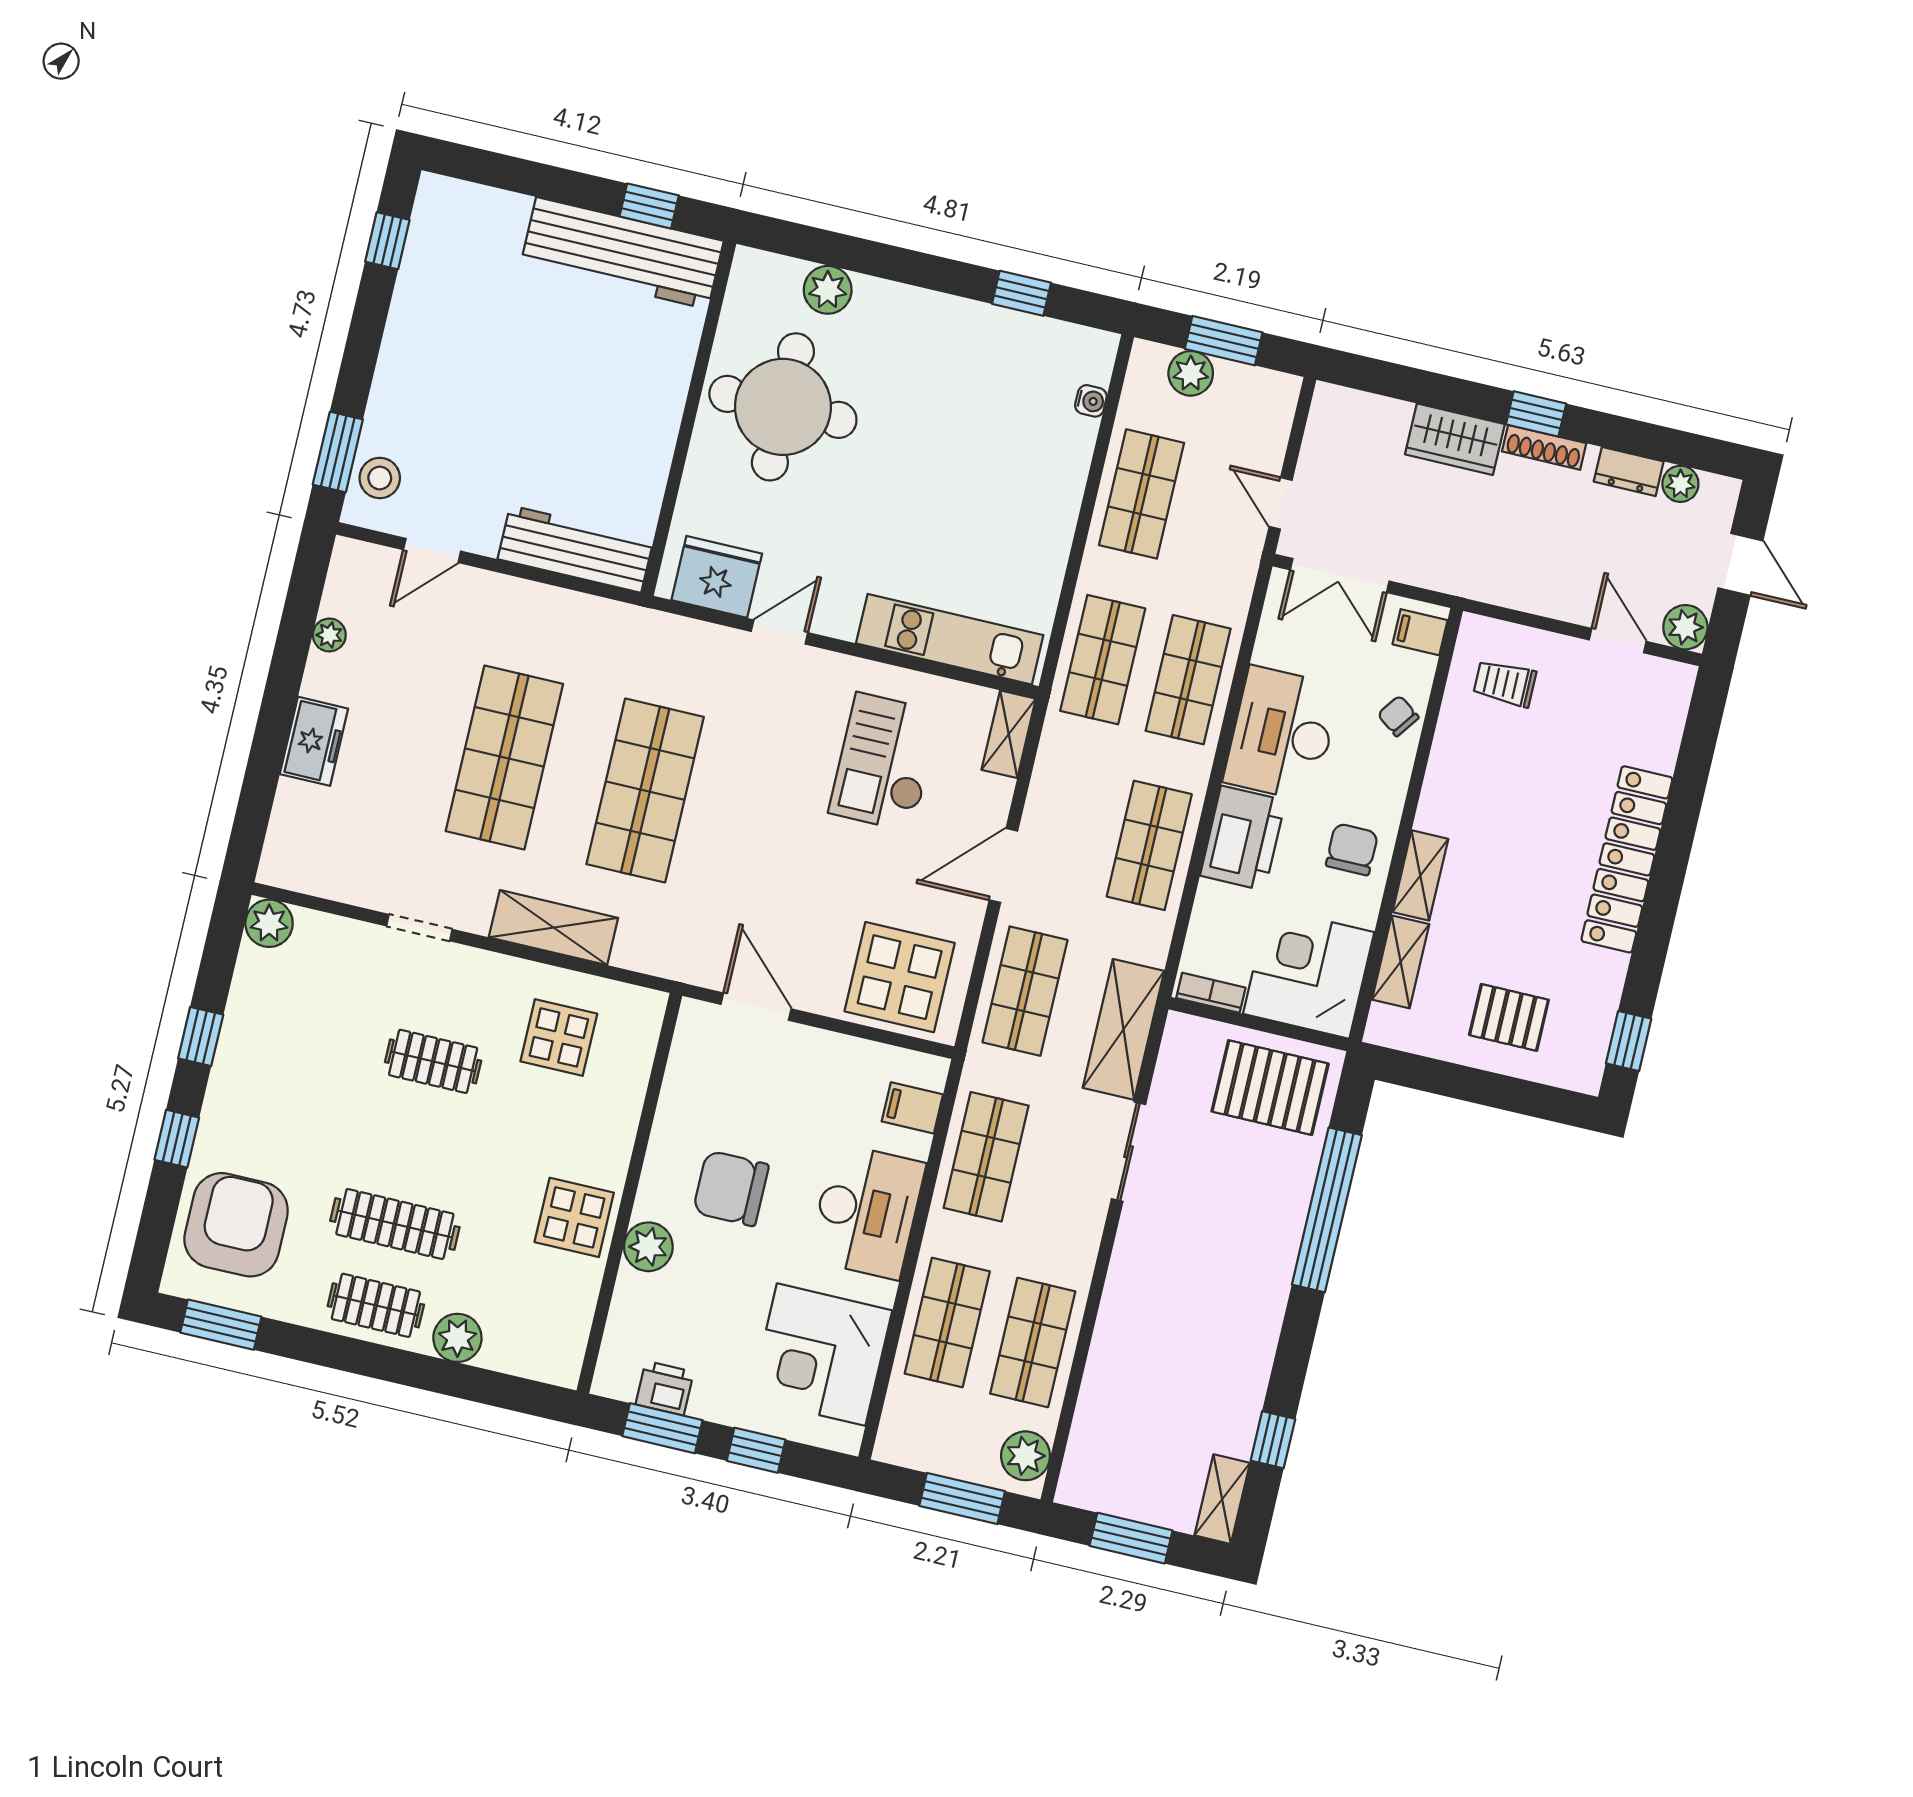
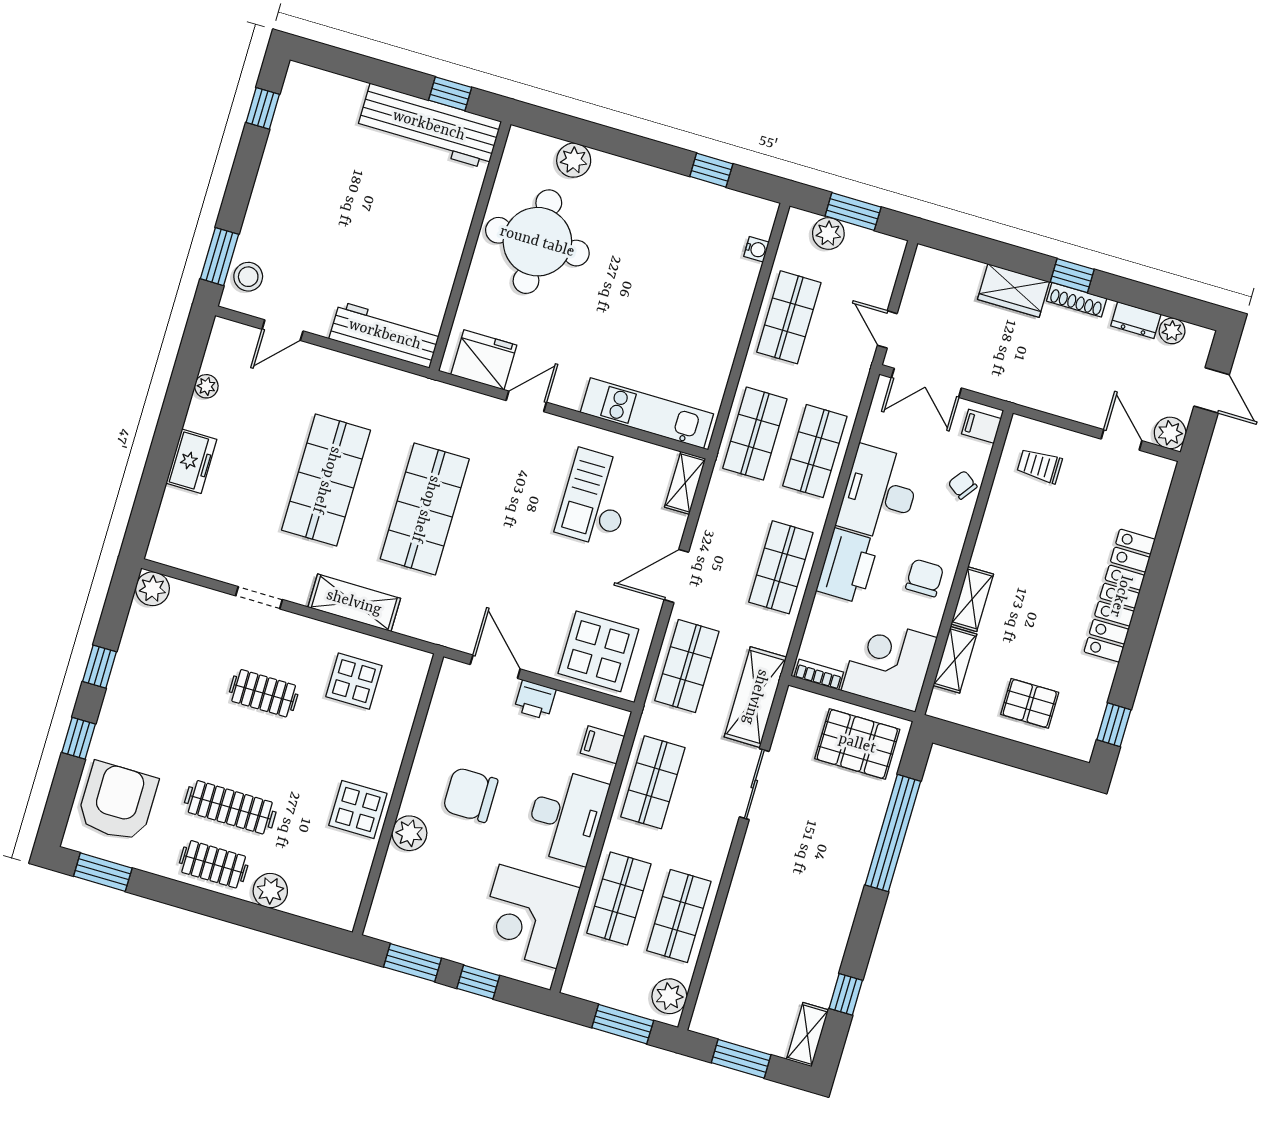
printer: (665, 1388) -> (535, 700), moved, turned 180

